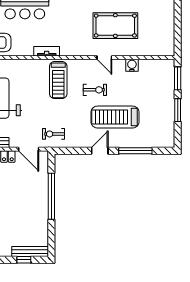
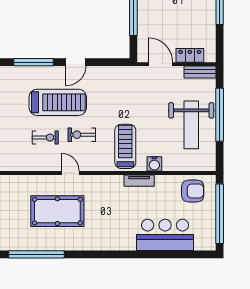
water cooler: (132, 65) -> (154, 164), moved
exercise bike: (53, 134) -> (45, 138), moved

